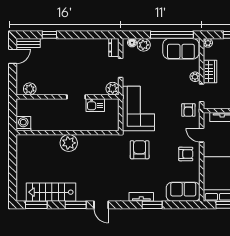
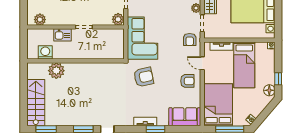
kitchen sink: (95, 105) -> (63, 35), moved
washing machine: (23, 124) -> (45, 52), moved
plant: (69, 143) -> (56, 71), moved
armchair: (140, 150) -> (144, 77), turned 78
stairs: (51, 192) -> (36, 103), moved, turned 90

